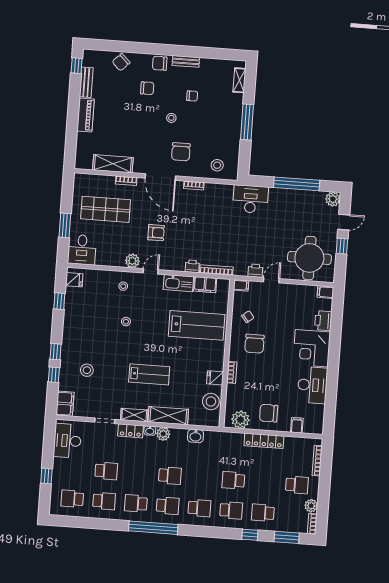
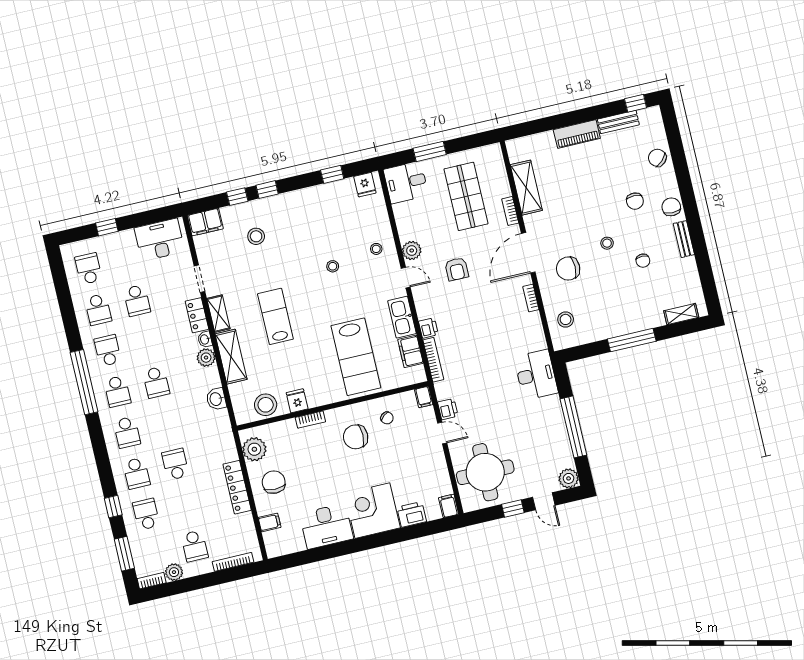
lab bench: (149, 374) -> (275, 316), turned 180

